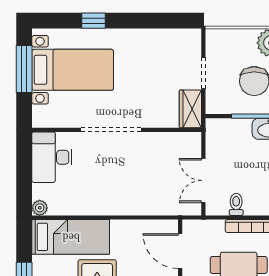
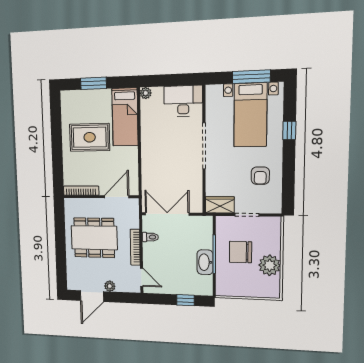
armchair: (152, 56) -> (260, 176), added
double door: (203, 180) -> (167, 214), width x1.37

